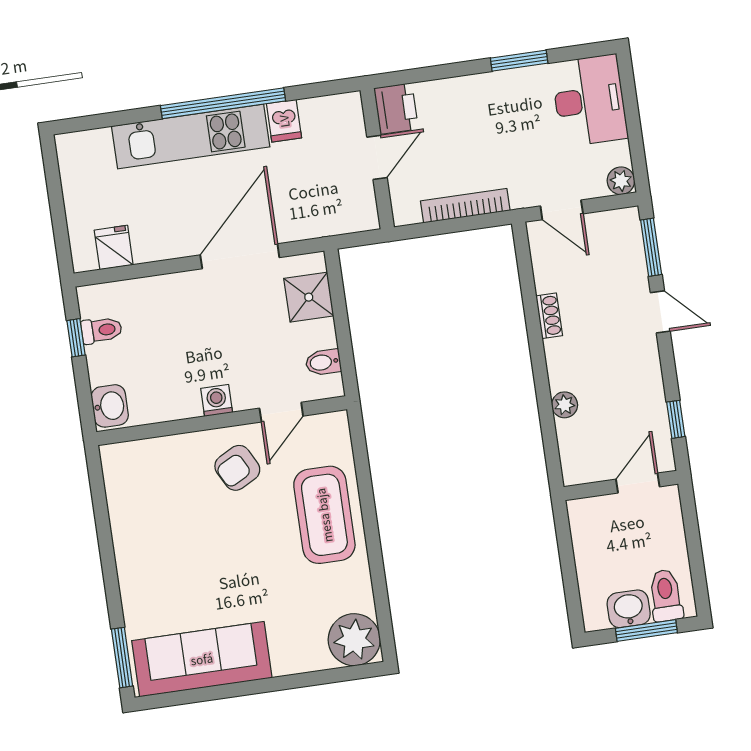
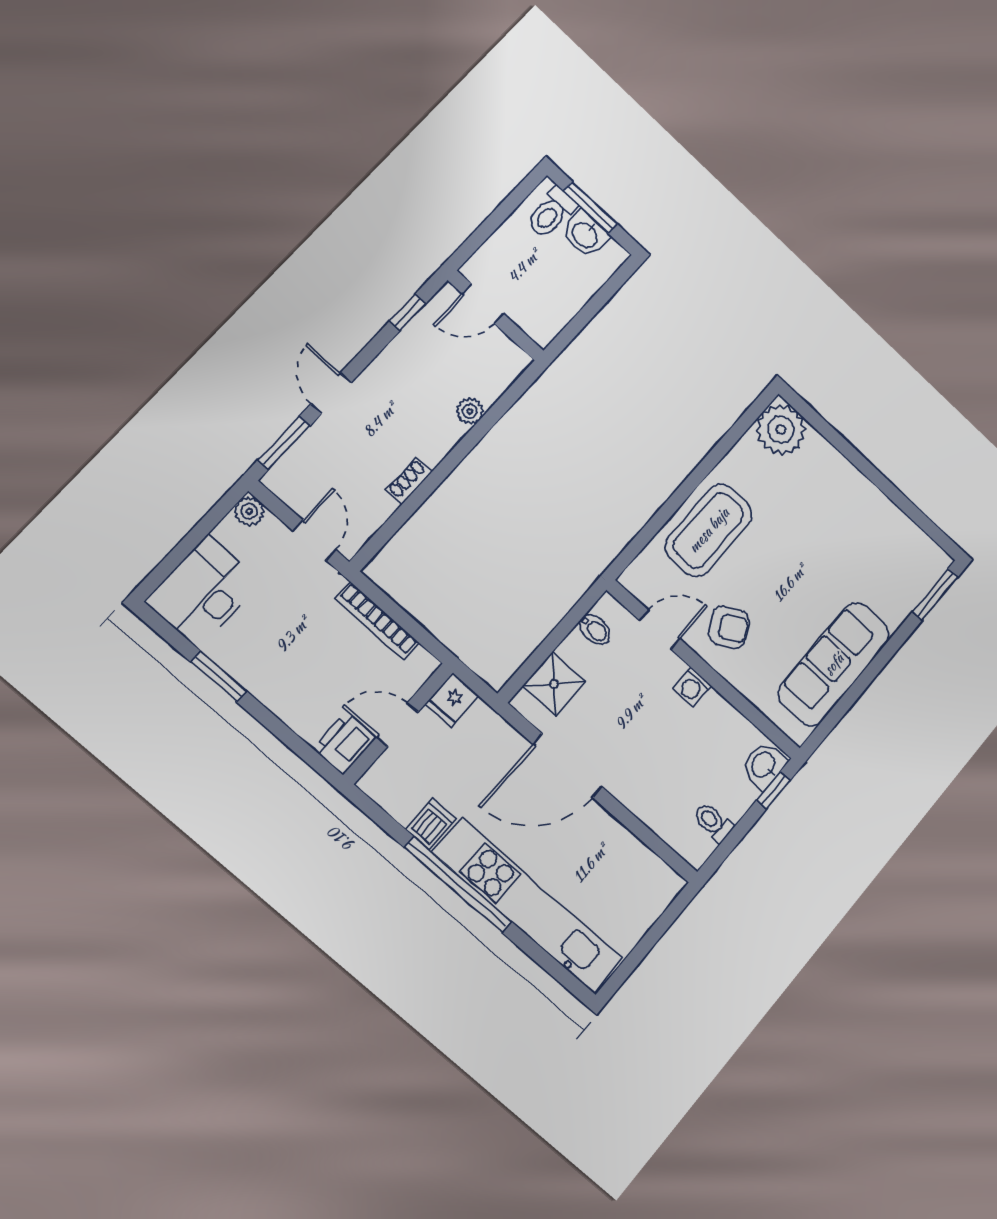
kitchen unit: (191, 136) -> (528, 905), width x1.36
fridge: (114, 247) -> (452, 700), moved
window: (76, 338) -> (773, 790), moved
sofa: (202, 659) -> (834, 664), moved, turned 90

